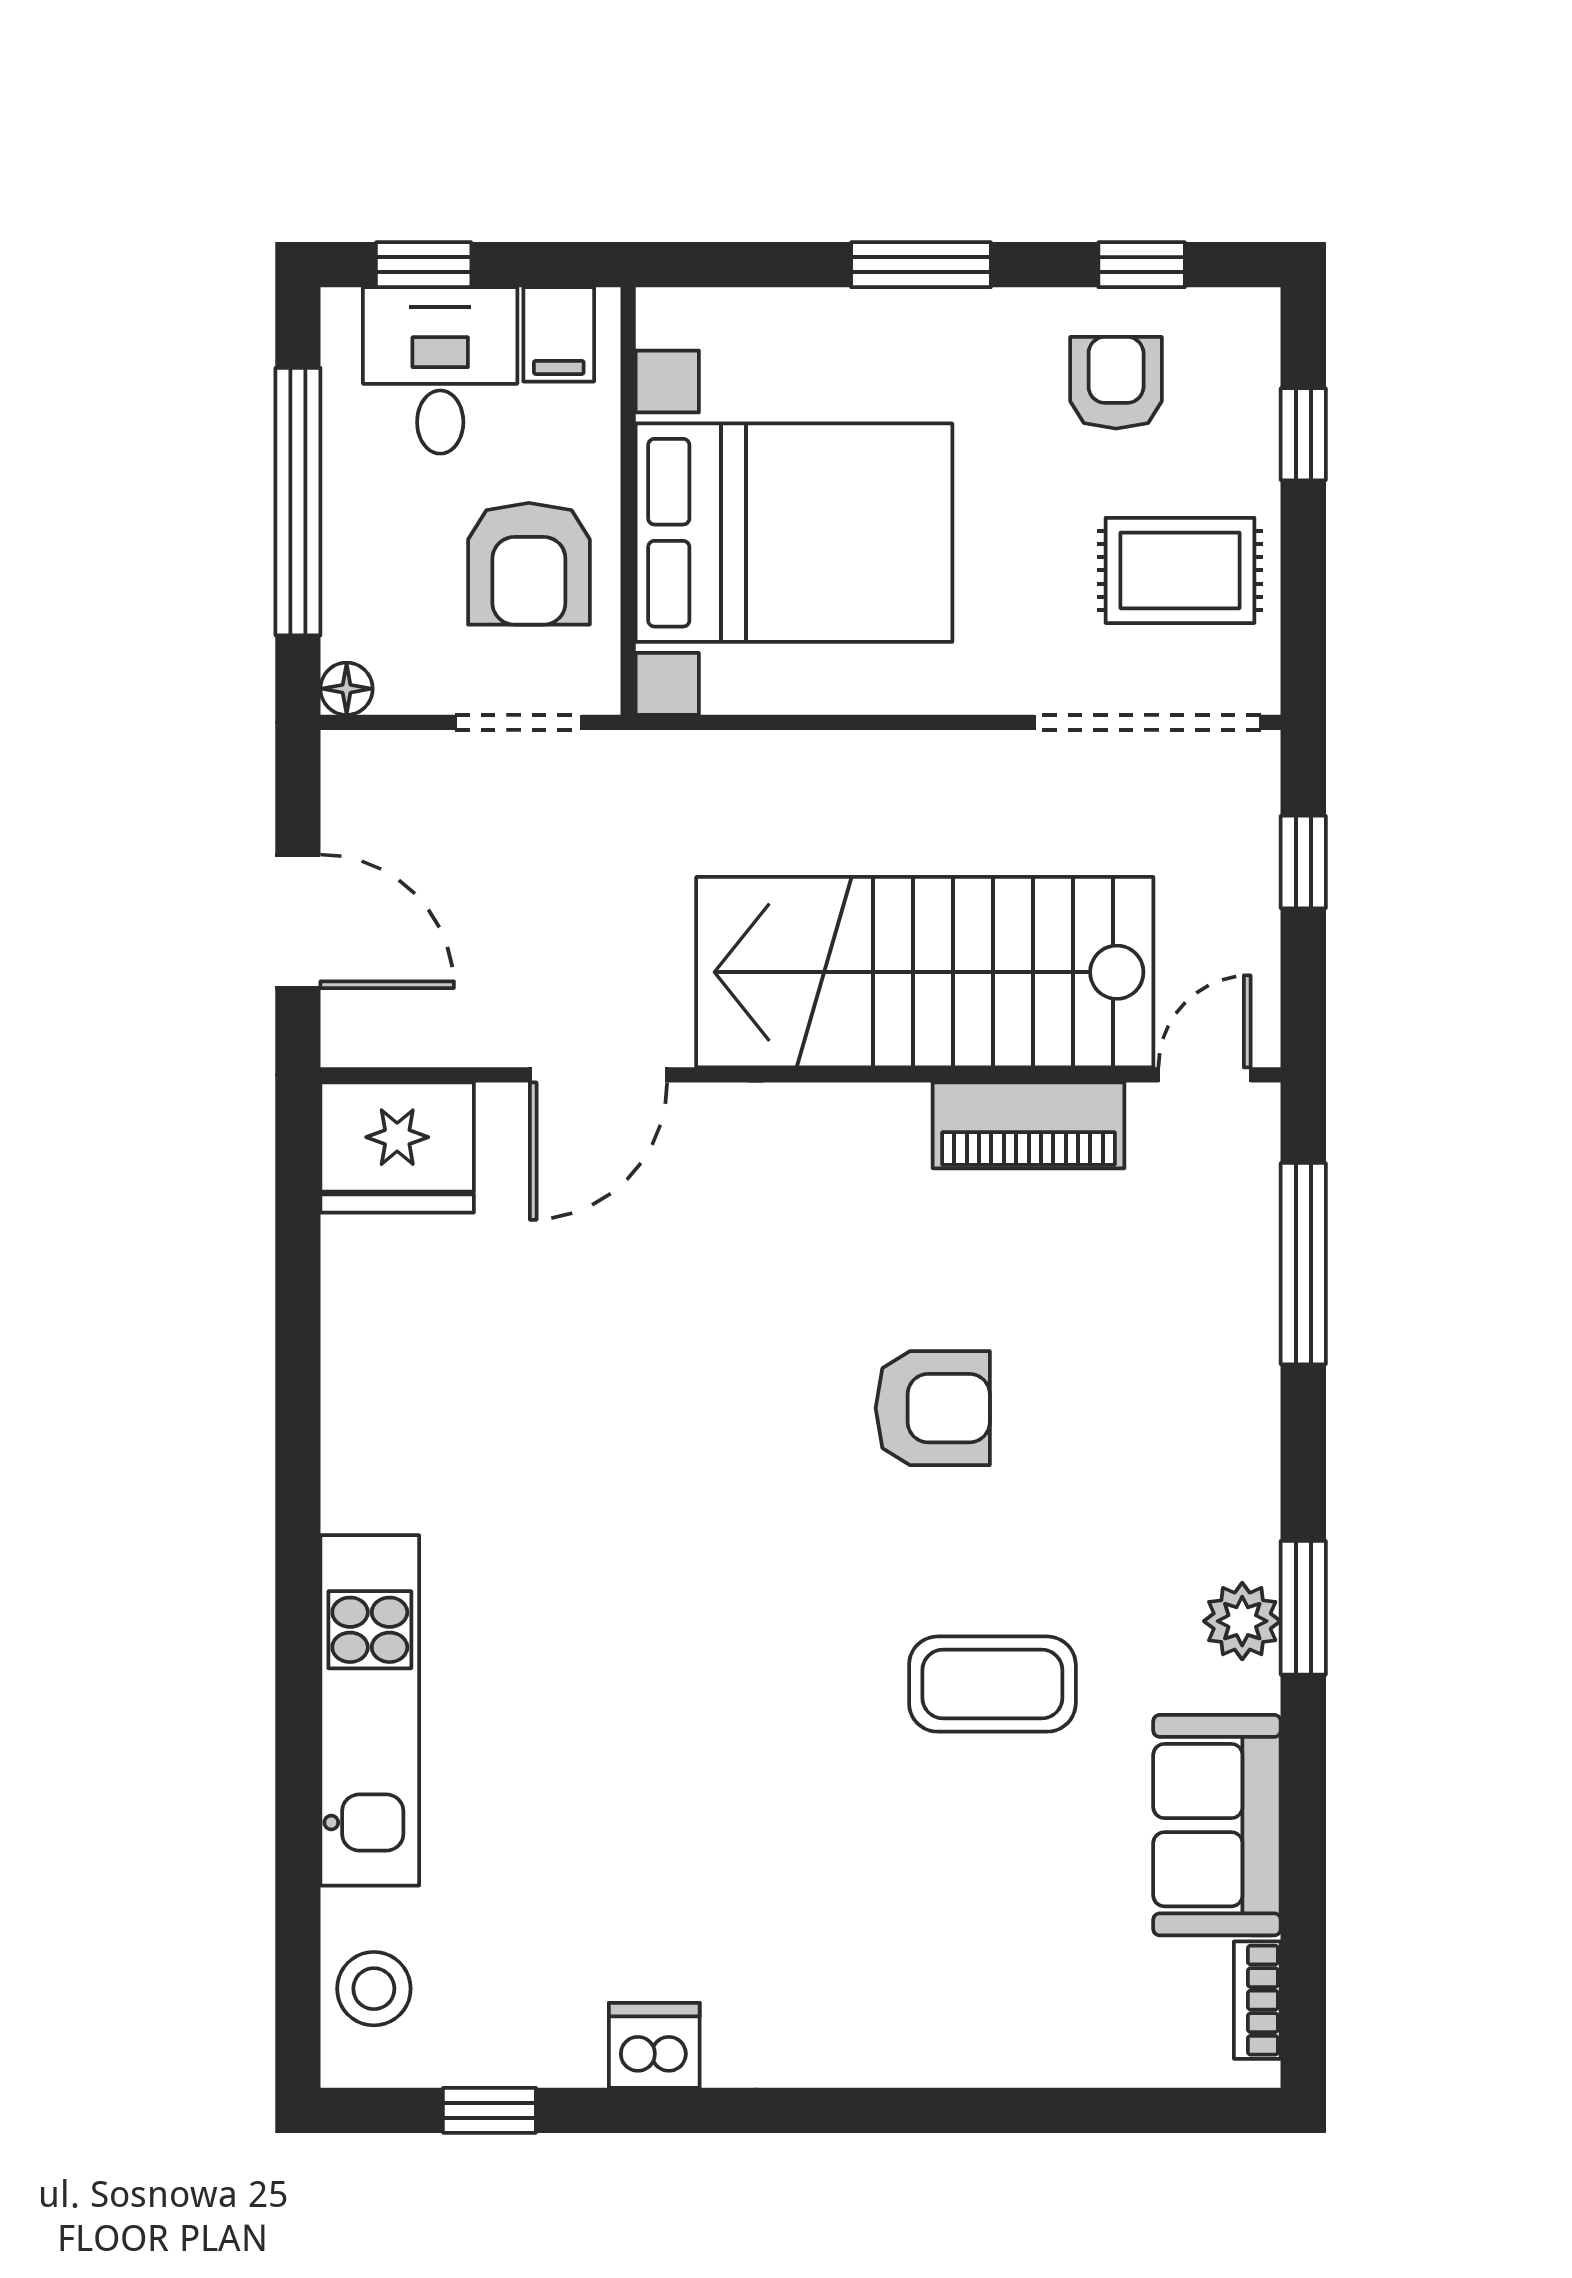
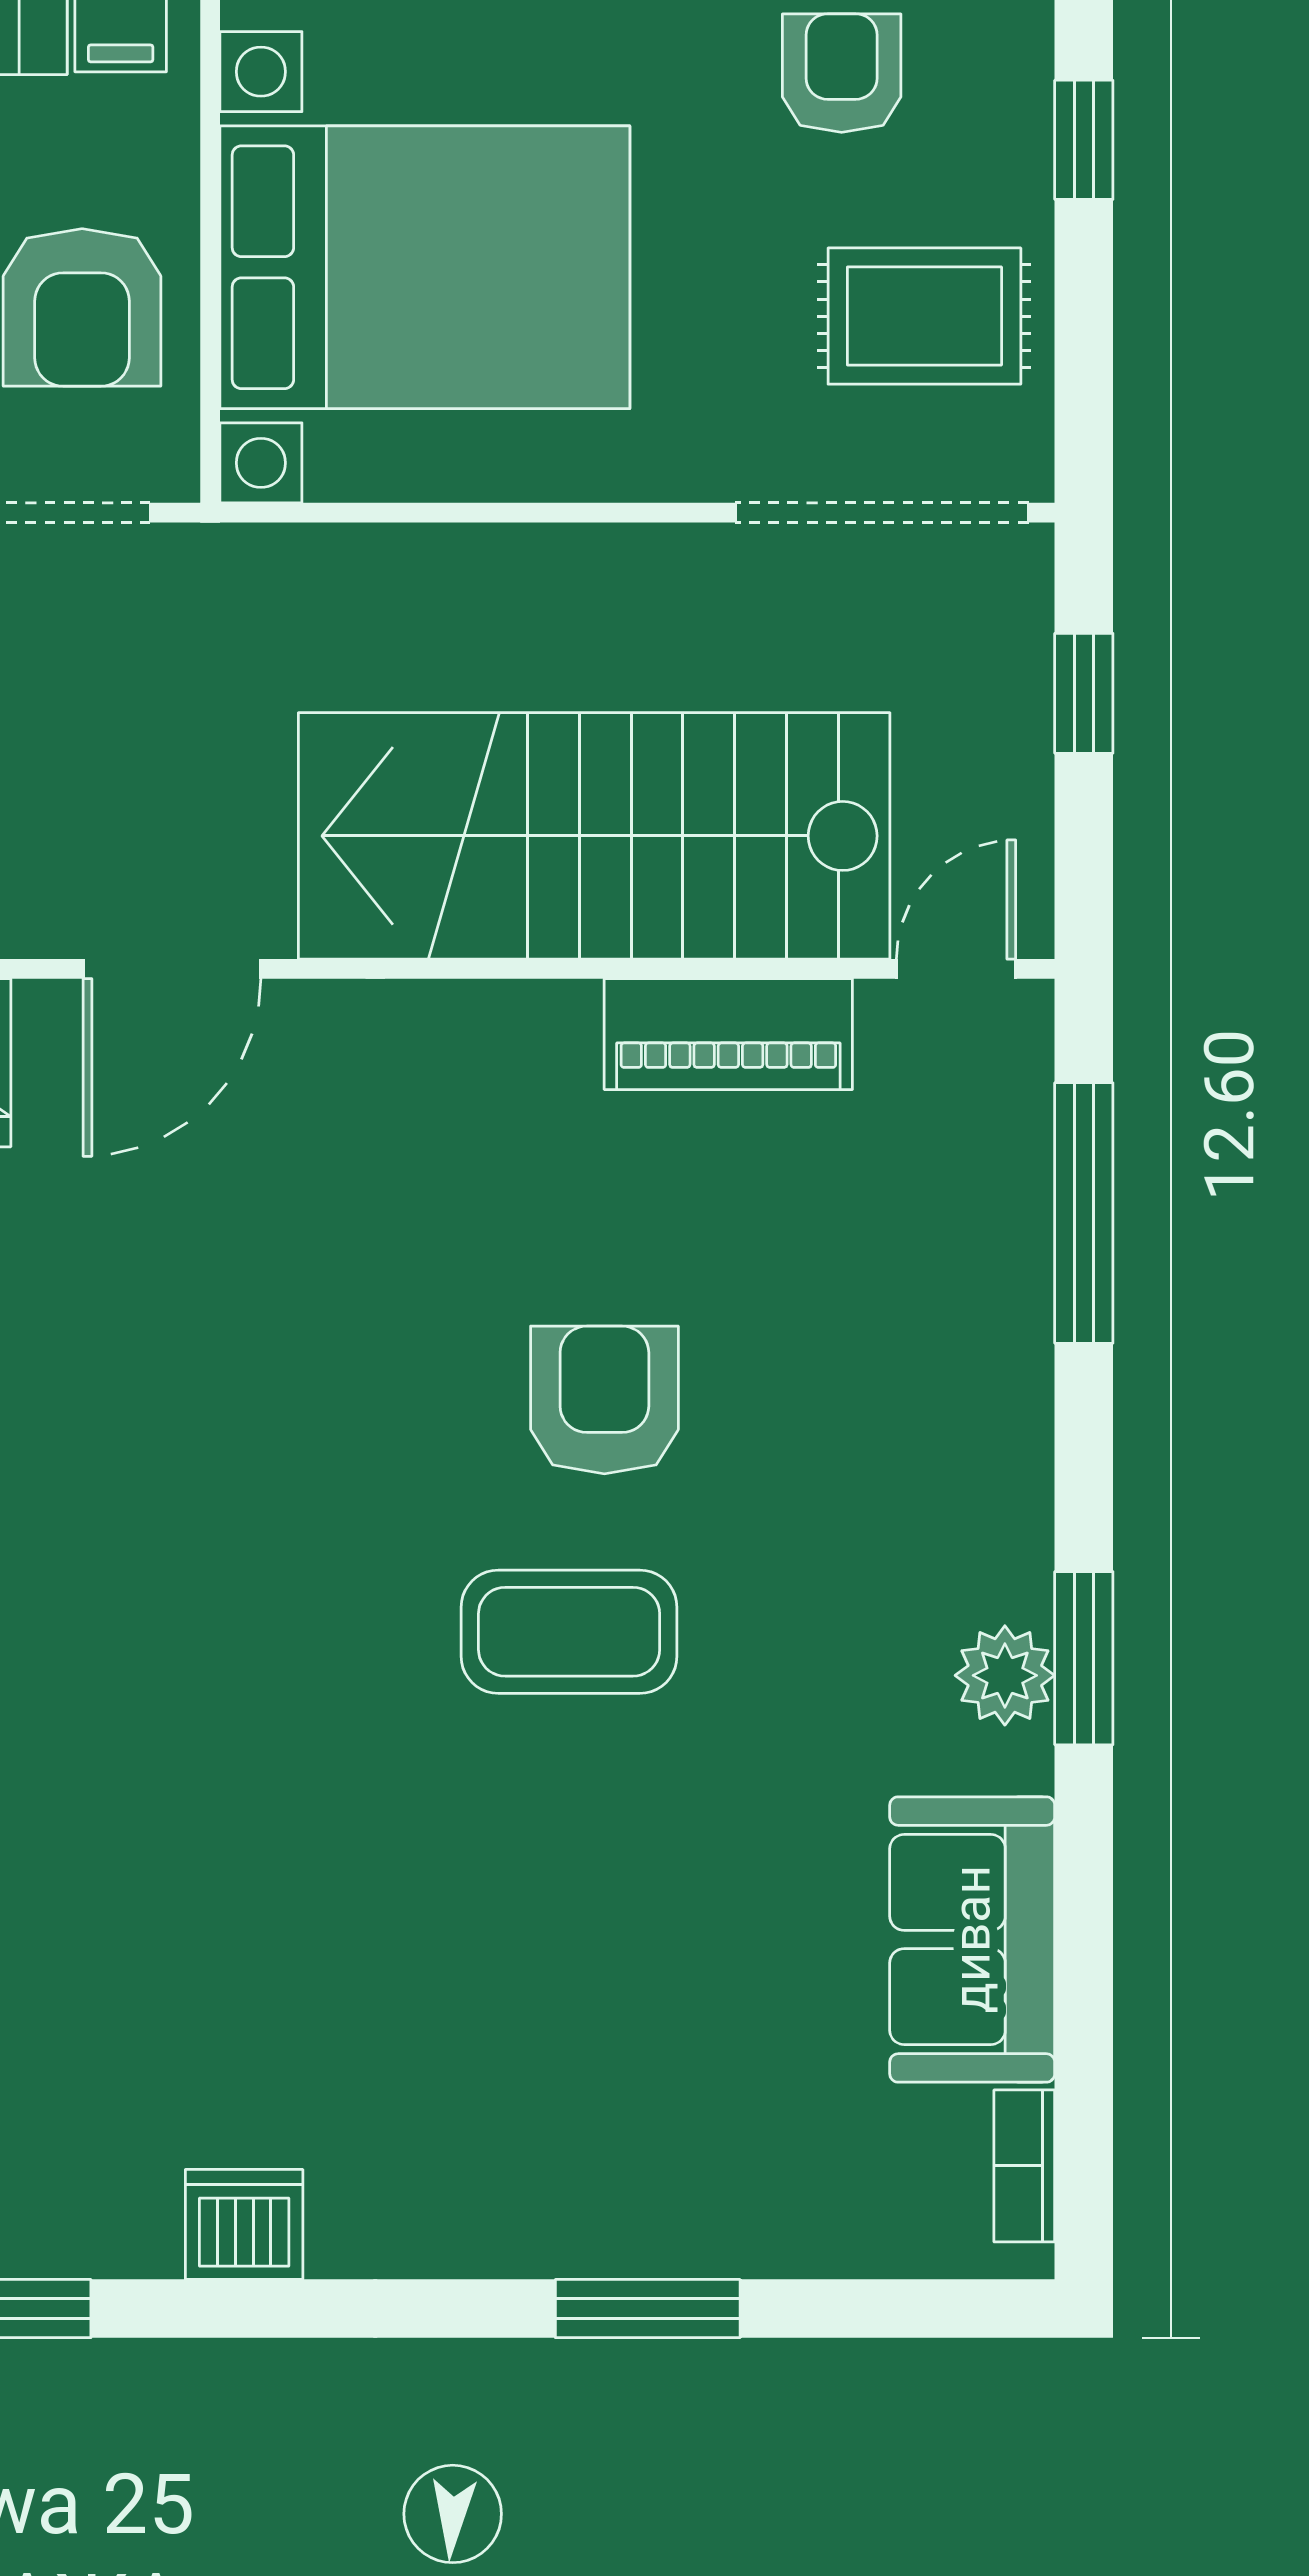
armchair: (933, 1408) -> (604, 1400), turned -90
coffee table: (992, 1684) -> (569, 1632), moved
window: (966, 2110) -> (648, 2309), added

